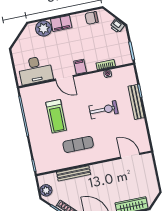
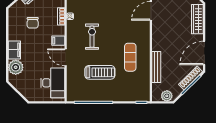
chair: (92, 18) -> (33, 23), moved
door: (64, 78) -> (66, 57), swing flipped
exercise bike: (104, 110) -> (92, 37), moved

